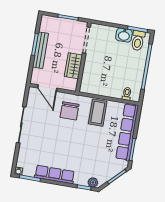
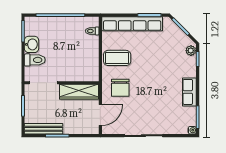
toilet: (138, 41) -> (35, 60), moved
bench: (40, 50) -> (44, 129), moved
wardrobe: (73, 66) -> (79, 92), width x1.50
chair: (70, 111) -> (120, 88), turned 90
row of seats: (55, 174) -> (189, 92), width x0.68

